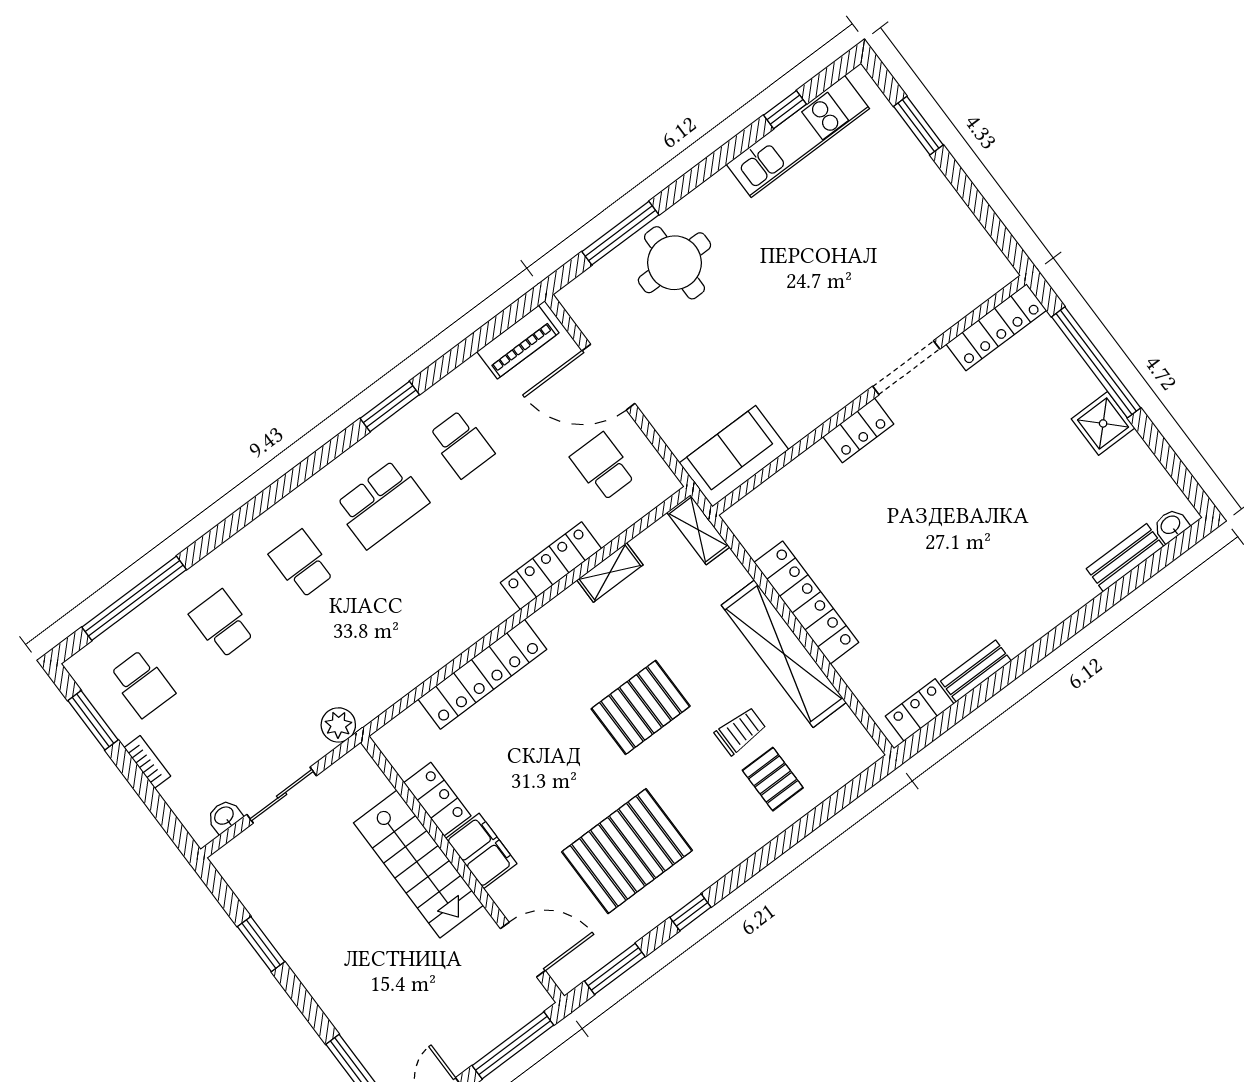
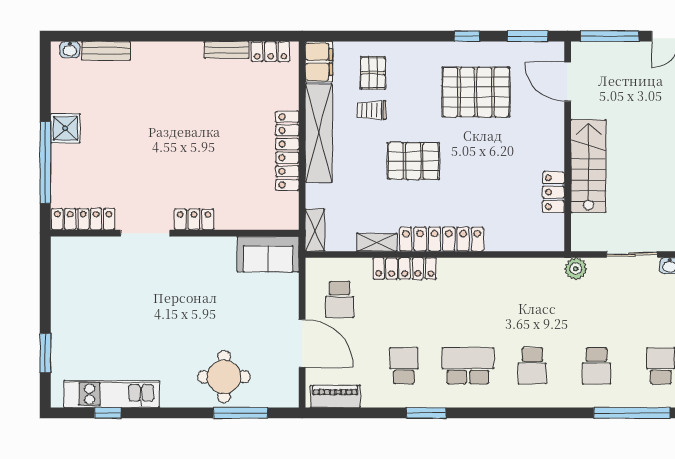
locker: (482, 674) -> (442, 239), moved
filing cabinet: (481, 851) -> (319, 62), moved, turned 180

